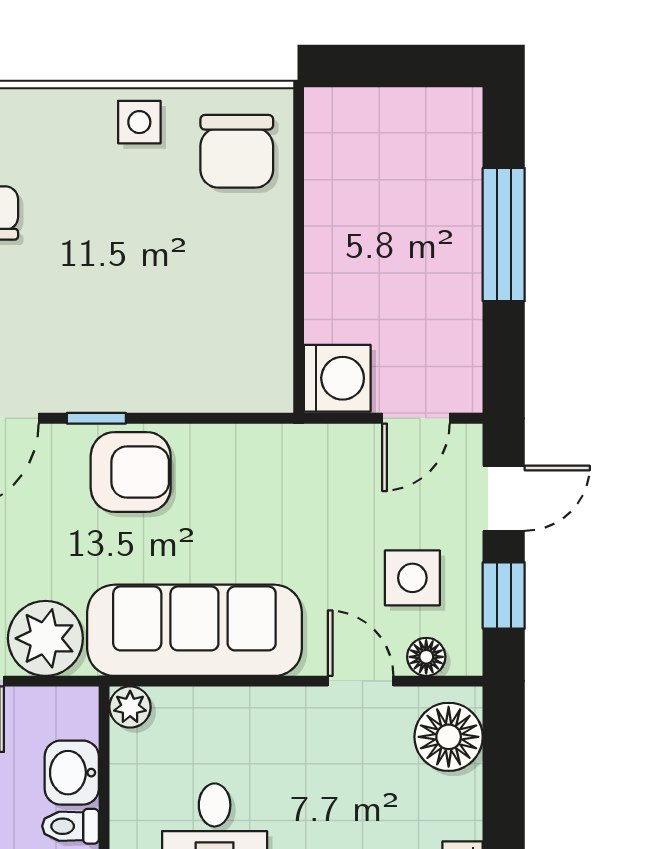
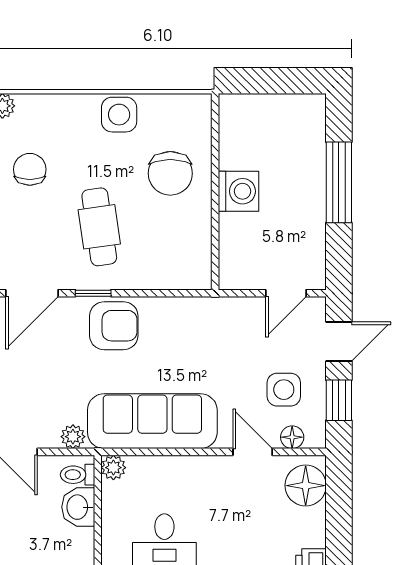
side table: (139, 122) -> (119, 115), width x1.37, depth x1.37
chair: (237, 151) -> (170, 173), moved
cafe table: (107, 308) -> (99, 227), added
washing machine: (337, 378) -> (238, 191), moved
plant: (45, 638) -> (73, 437), width x0.53, depth x0.53
toilet: (71, 826) -> (78, 475), moved

